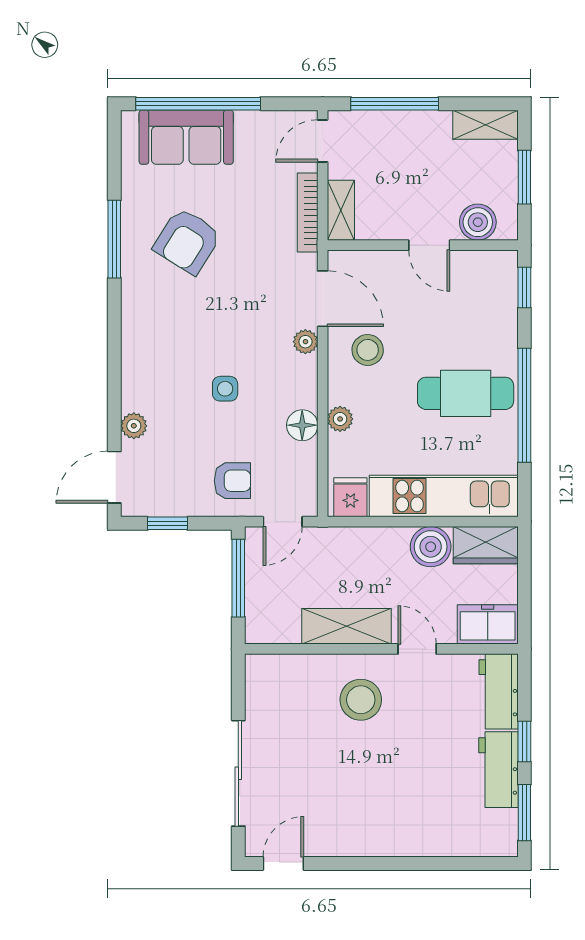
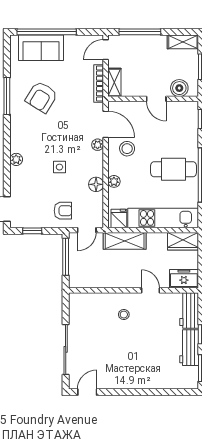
plant: (134, 426) -> (16, 159), moved
boiler: (431, 547) -> (157, 242), removed
shelving: (347, 626) -> (125, 241), moved
stool: (361, 700) -> (124, 315), width x0.53, depth x0.53

